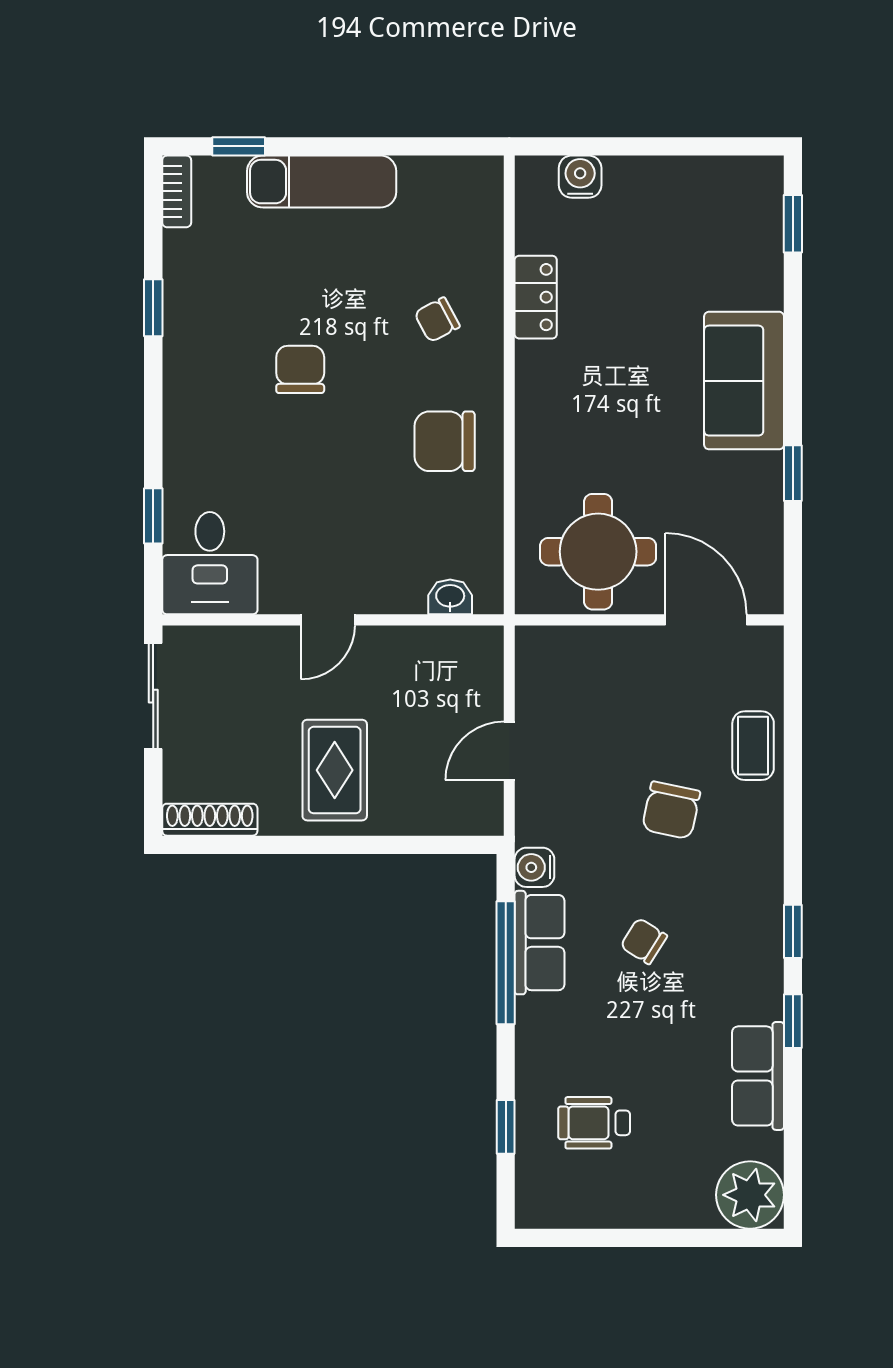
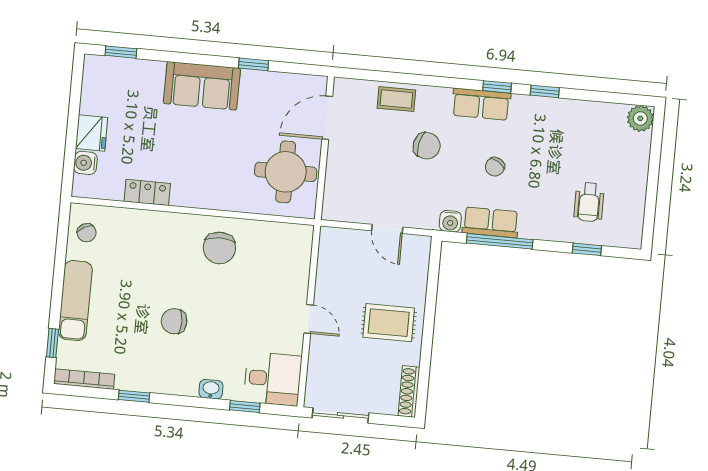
fridge: (637, 183) -> (92, 133), added
bookcase: (177, 191) -> (84, 379), width x1.56
chair: (437, 320) -> (87, 233), moved
washbasin: (450, 597) -> (211, 389), moved, turned 90
row of seats: (758, 1076) -> (481, 104), moved
plant: (750, 1195) -> (640, 118), width x0.73, depth x0.73

